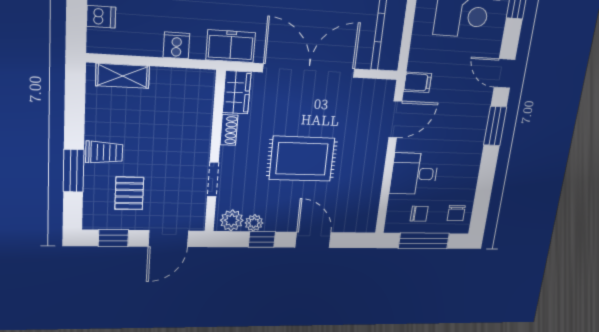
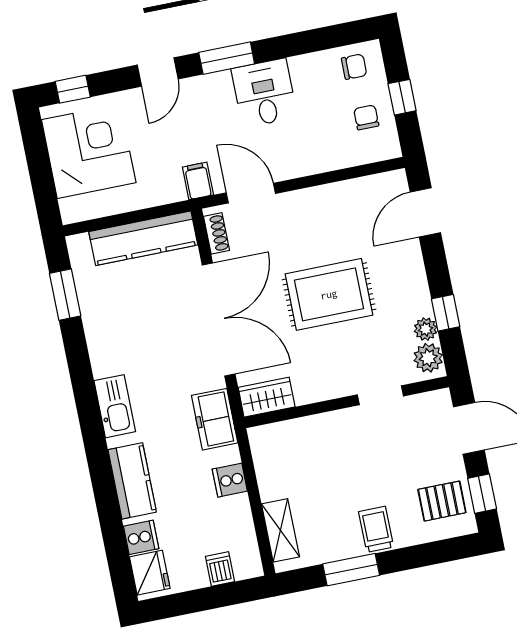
double door: (309, 71) -> (219, 320), swing flipped
shoe rack: (229, 130) -> (217, 233), moved, turned 90
rug: (302, 159) -> (329, 294), turned 90
window: (73, 171) -> (351, 570), moved
desk: (414, 174) -> (264, 93), moved, turned 180
pallet: (129, 193) -> (442, 501), moved
door: (313, 240) -> (425, 212), moved
window: (424, 241) -> (402, 97), width x0.46

